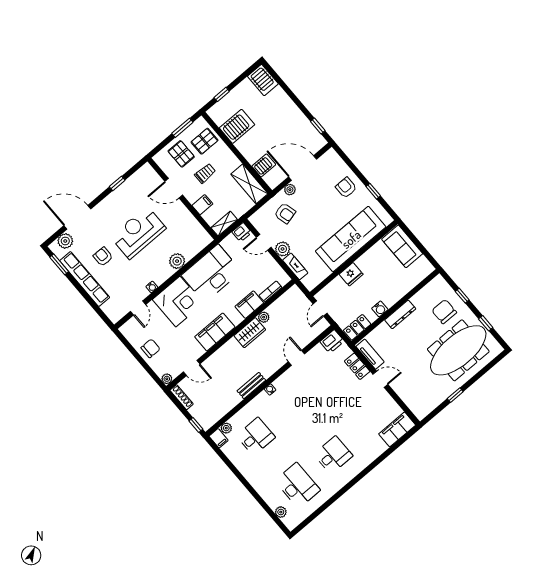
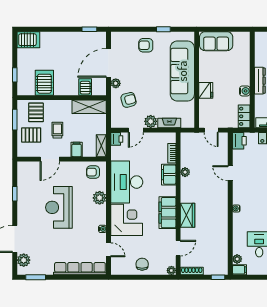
armchair: (103, 257) -> (93, 172), moved
row of seats: (85, 279) -> (80, 269), moved
wardrobe: (250, 333) -> (187, 215), moved
bench: (251, 386) -> (223, 219), removed

